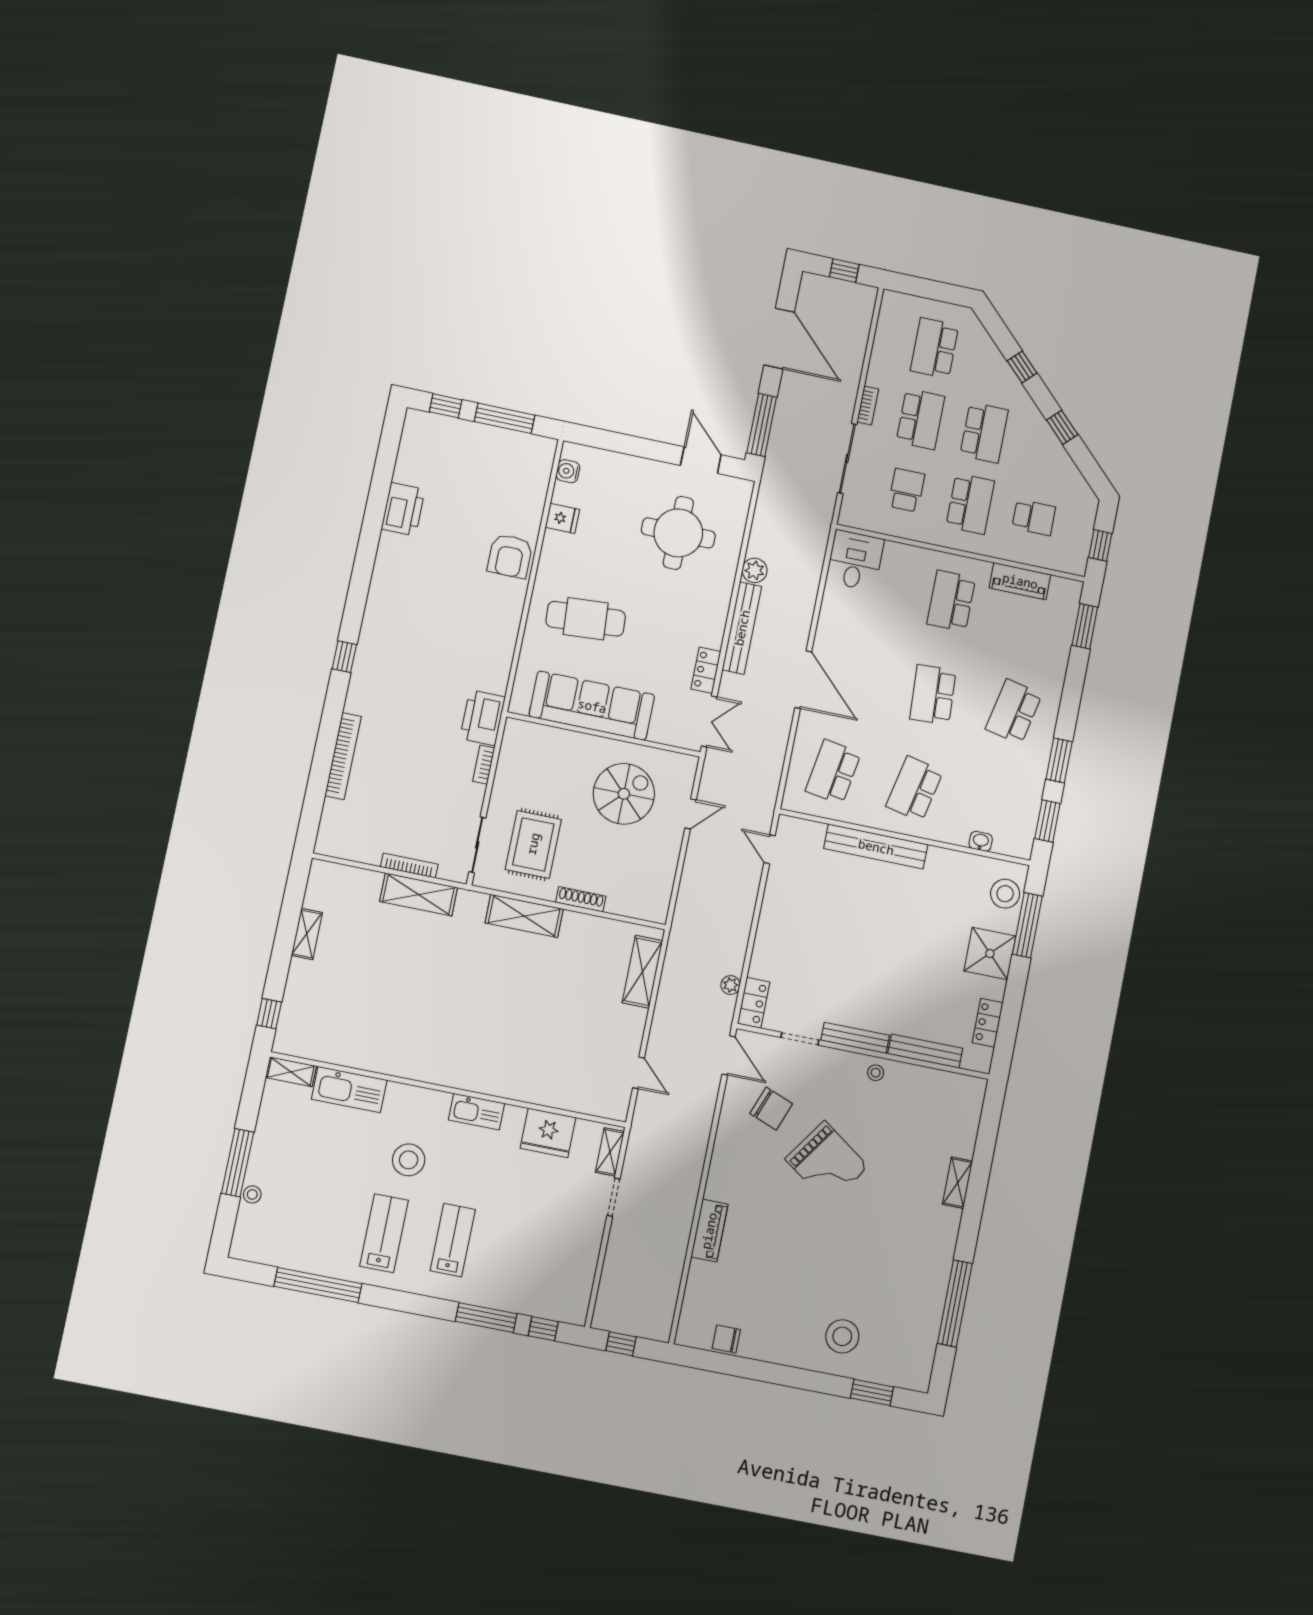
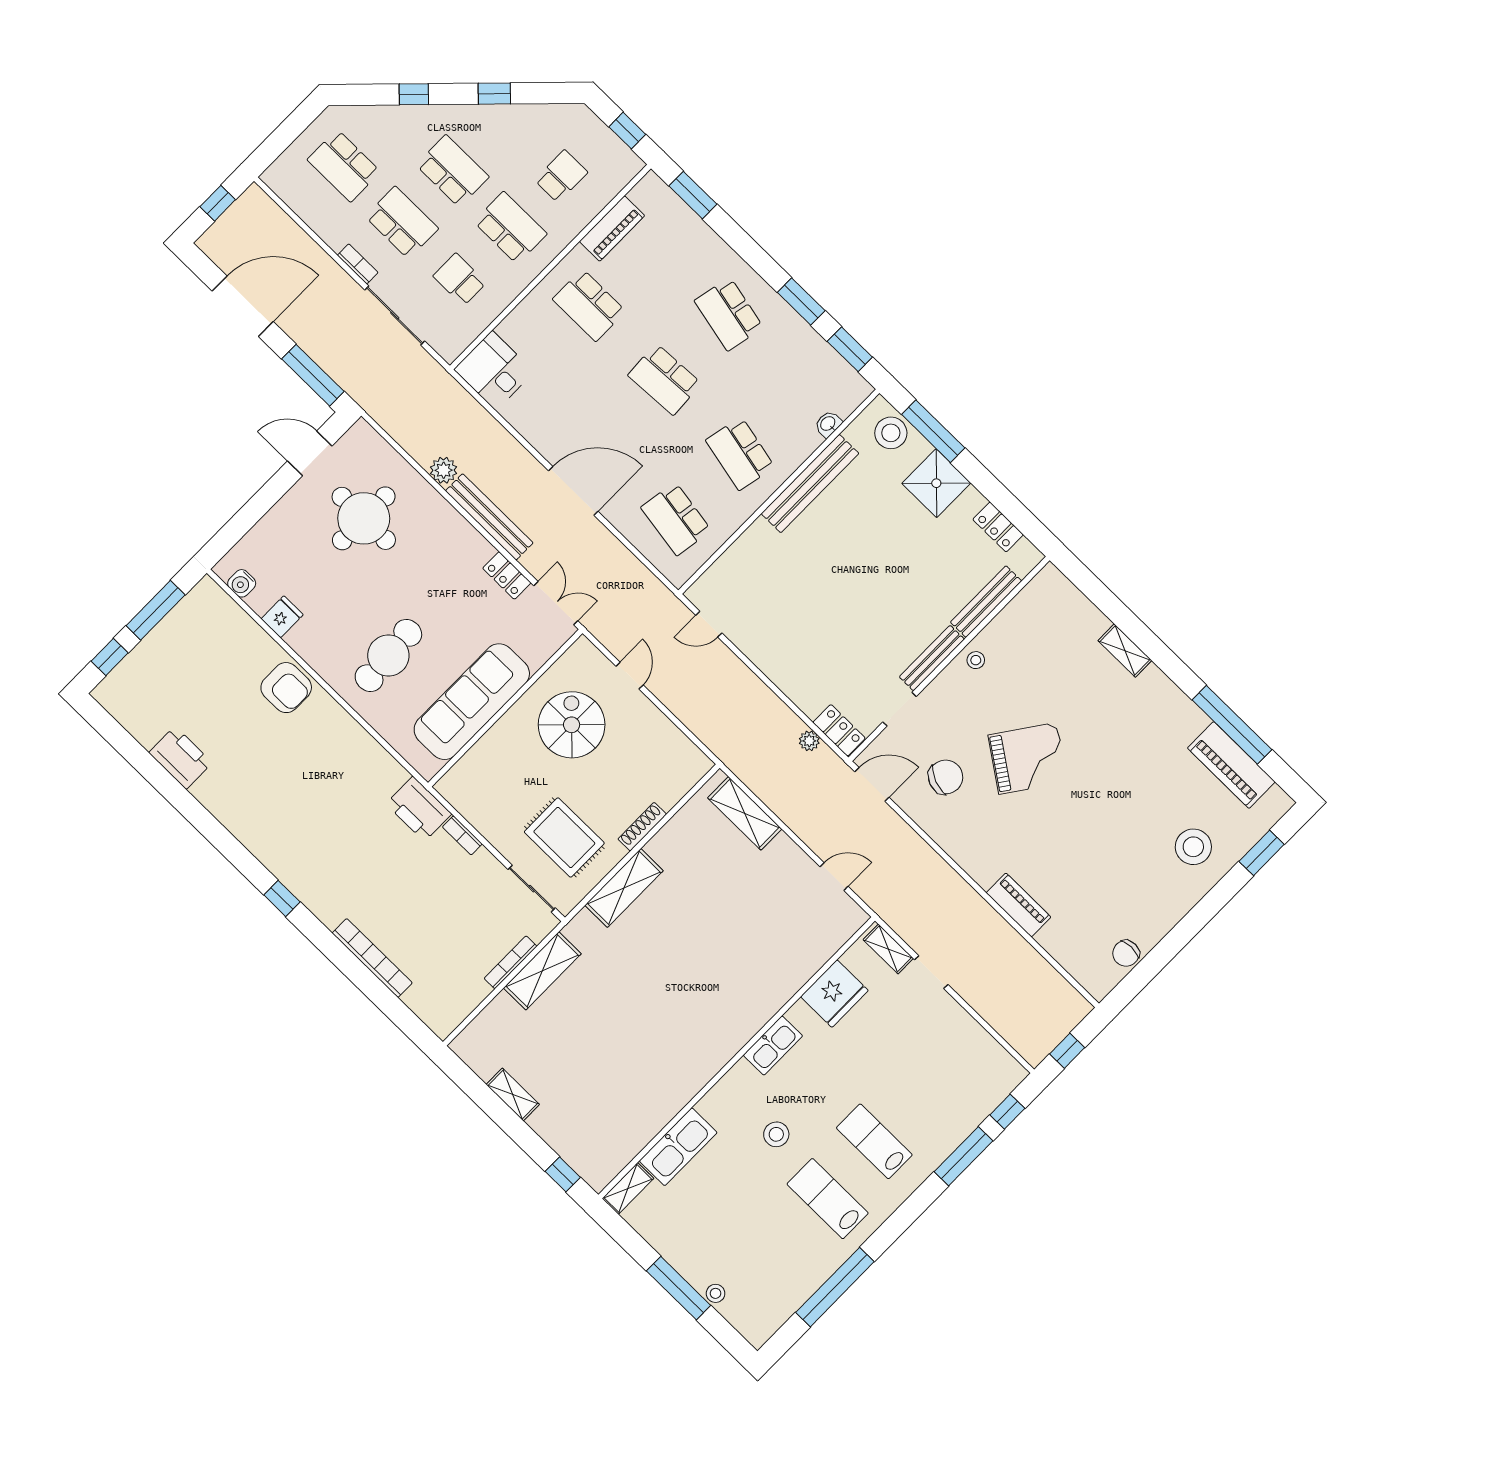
bench: (876, 847) -> (810, 484), moved
stool: (409, 1160) -> (776, 1134), width x0.73, depth x0.73
piano: (924, 1324) -> (1231, 765), added

